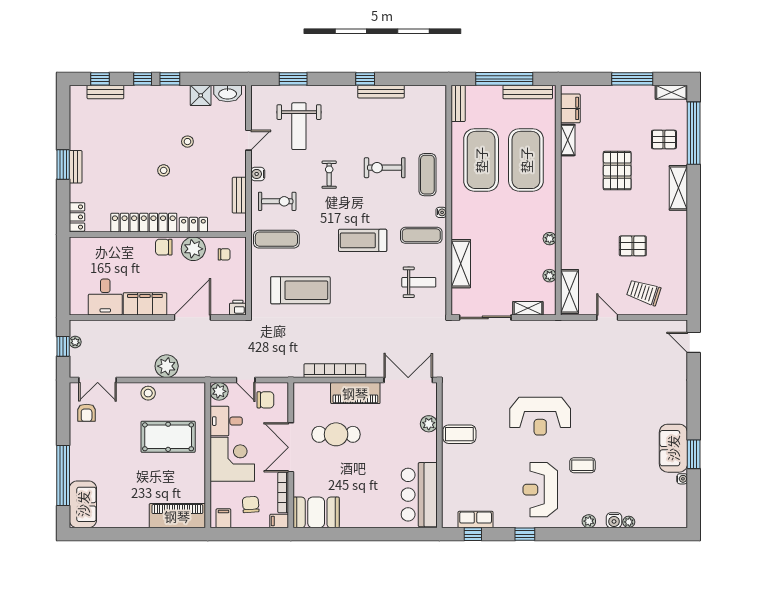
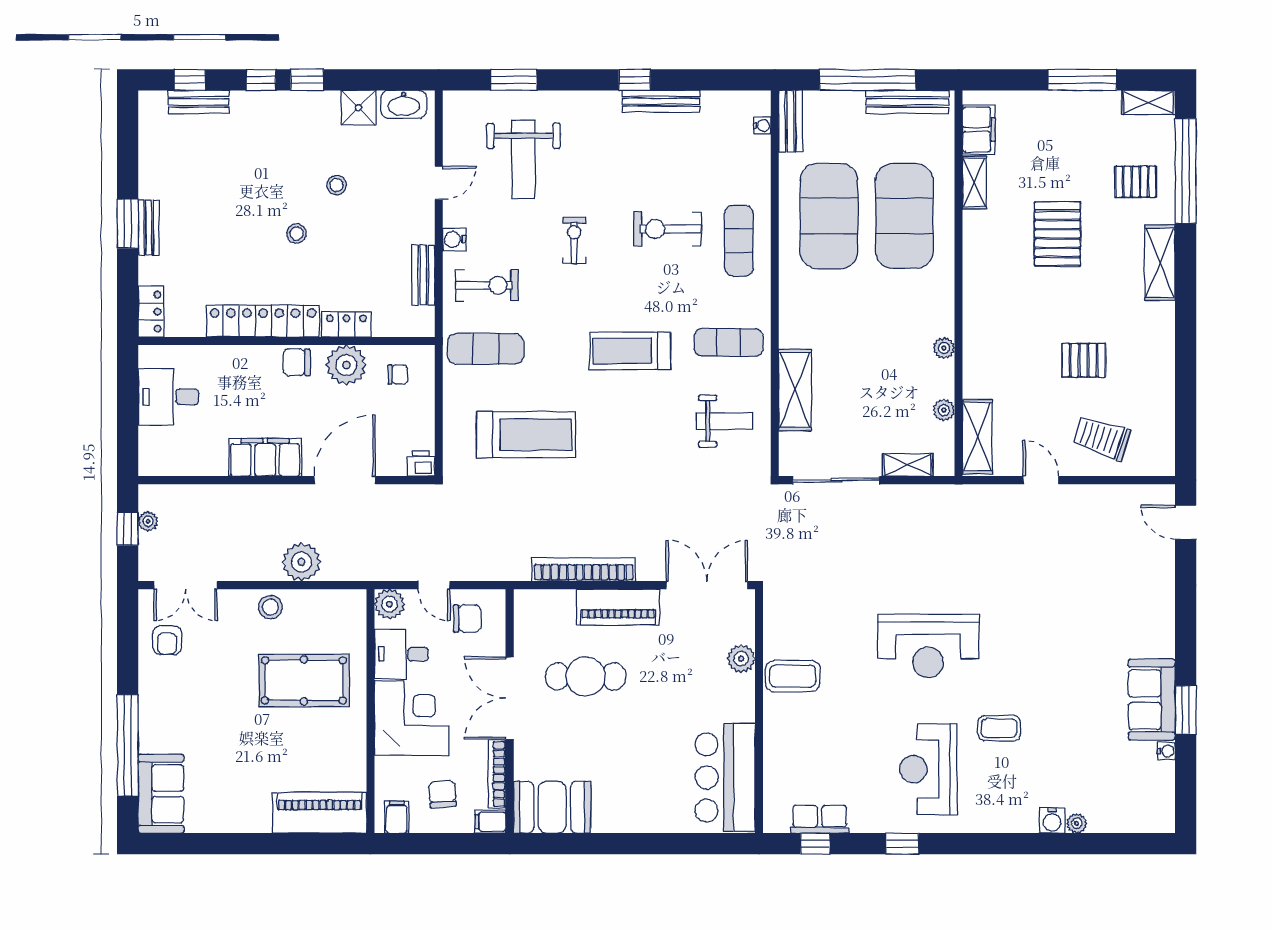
water cooler: (441, 212) -> (762, 126), moved
desk: (105, 297) -> (169, 397), moved, turned 90
plant: (589, 521) -> (1010, 822), removed

